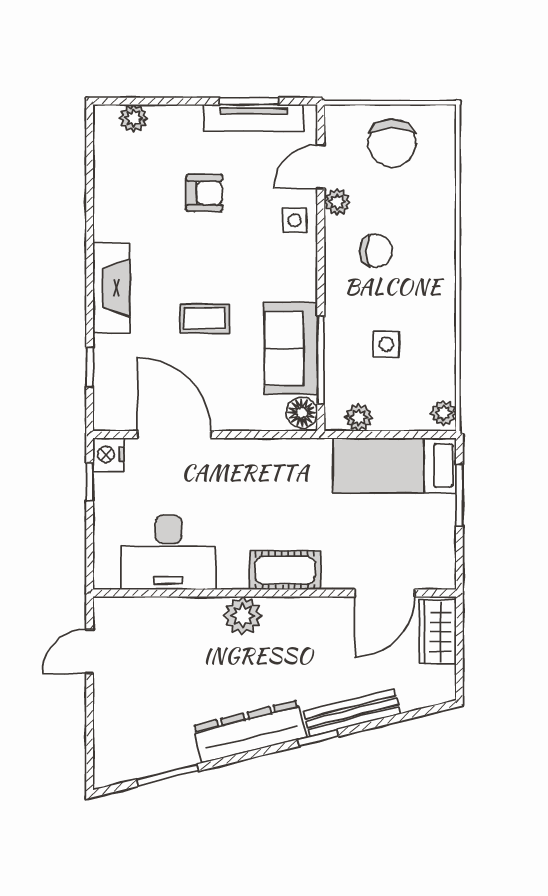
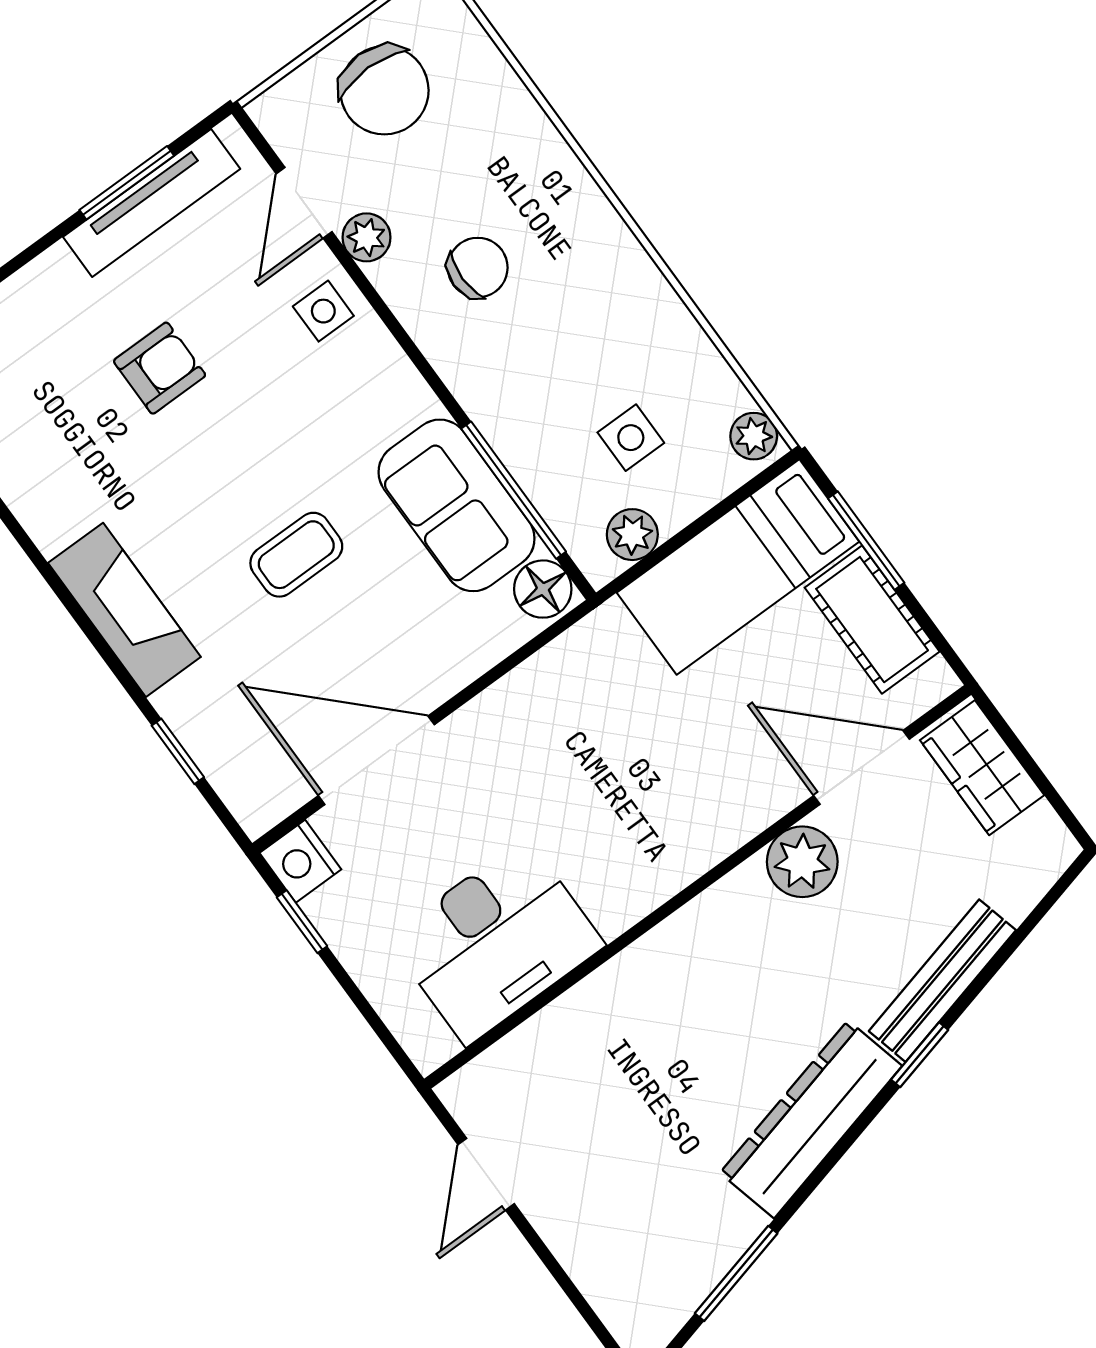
side table: (386, 344) -> (631, 438), moved
cot: (285, 570) -> (872, 620), moved, turned 90
door: (385, 593) -> (862, 767), swing flipped
plant: (243, 616) -> (802, 862), moved

